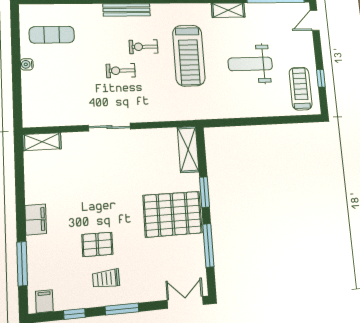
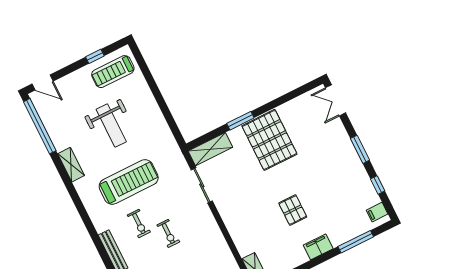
sliding door: (109, 127) -> (202, 185), moved
pallet: (97, 244) -> (293, 210), moved
window: (208, 245) -> (283, 100), removed
trolley: (106, 279) -> (342, 172), removed

